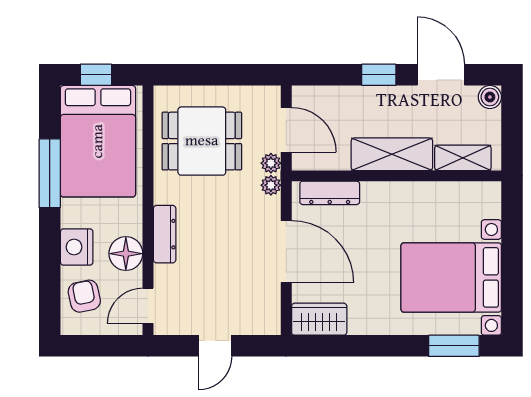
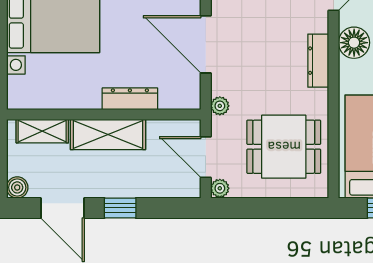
plant: (271, 163) -> (220, 188), moved
dresser: (330, 193) -> (130, 99), moved

